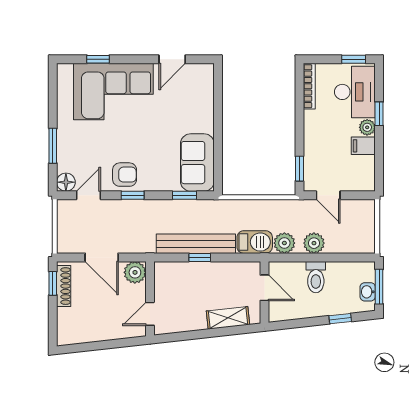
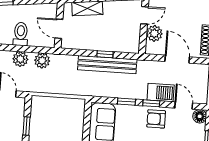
window: (299, 169) -> (26, 126), moved
door: (89, 195) -> (184, 106), swing flipped
window: (185, 195) -> (126, 102), moved
barbecue: (255, 242) -> (161, 93), moved, turned 180
plant: (135, 272) -> (154, 33), moved

